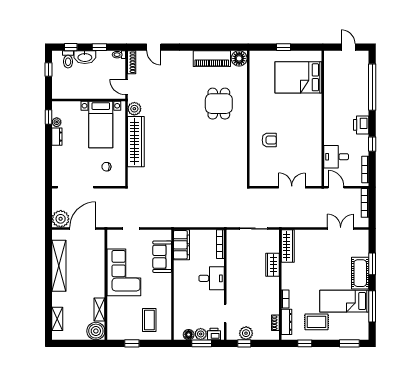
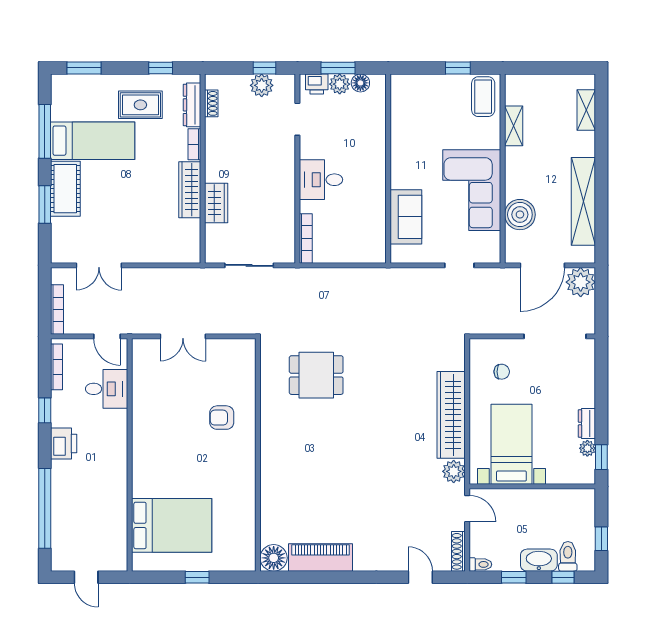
dining table: (219, 104) -> (316, 375), moved, turned 90
filing cabinet: (181, 245) -> (373, 237), removed
wardrobe: (288, 246) -> (190, 190), moved
coffee table: (149, 320) -> (483, 97), moved
boiler: (96, 331) -> (520, 215), moved

